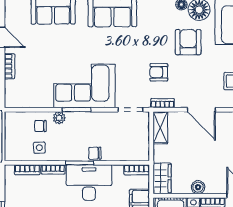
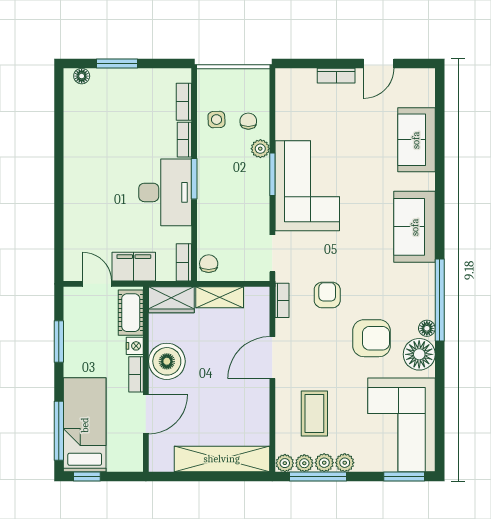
shelving: (160, 128) -> (220, 297), moved
chair: (95, 153) -> (209, 264), moved
boiler: (198, 187) -> (167, 361), width x1.86, depth x1.86

